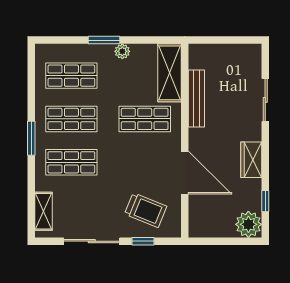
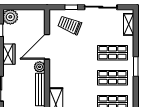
shop shelf: (145, 119) -> (70, 78), removed
plant: (198, 138) -> (40, 67), added
door: (185, 173) -> (47, 47), hinge flipped

